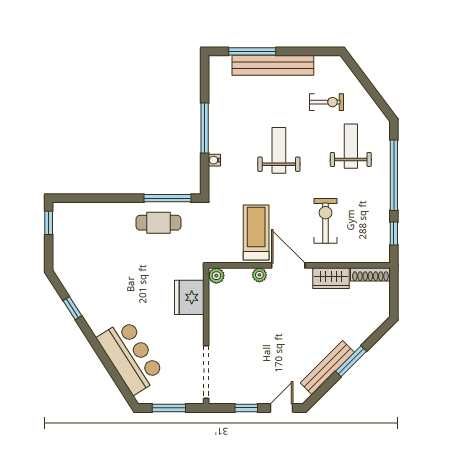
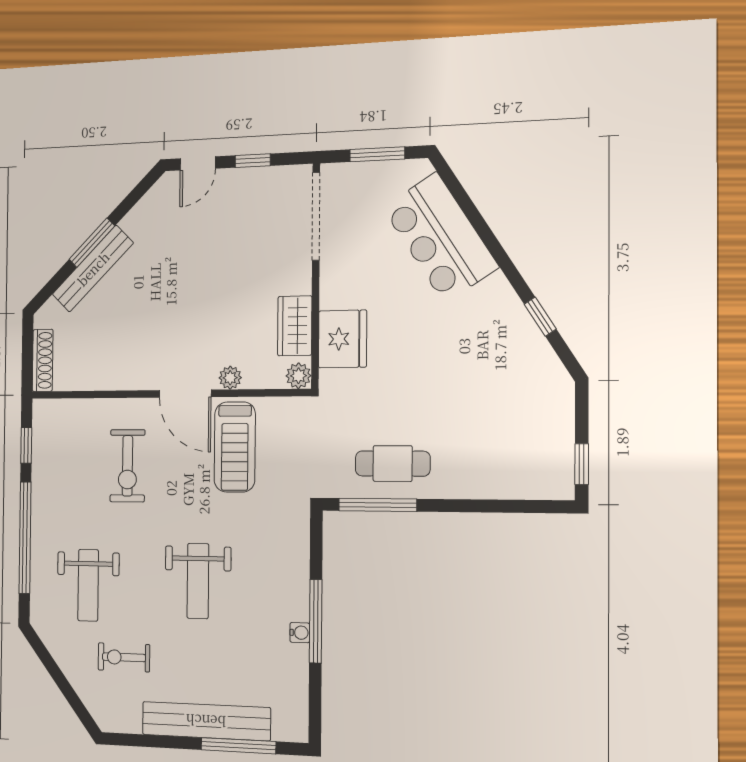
water cooler: (214, 160) -> (300, 633), moved
shoe rack: (370, 274) -> (43, 360), moved, turned 90
wardrobe: (331, 278) -> (295, 326), moved, turned -90
bench: (327, 368) -> (93, 269), moved

